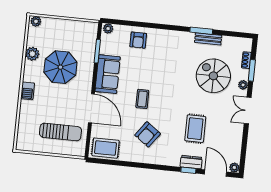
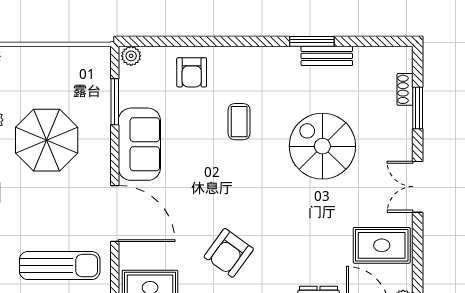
spiral stairs: (213, 76) -> (322, 146), moved
plant: (243, 85) -> (404, 138), removed
coffee table: (142, 99) -> (239, 122), moved
rug: (195, 129) -> (382, 245), moved, turned 90

